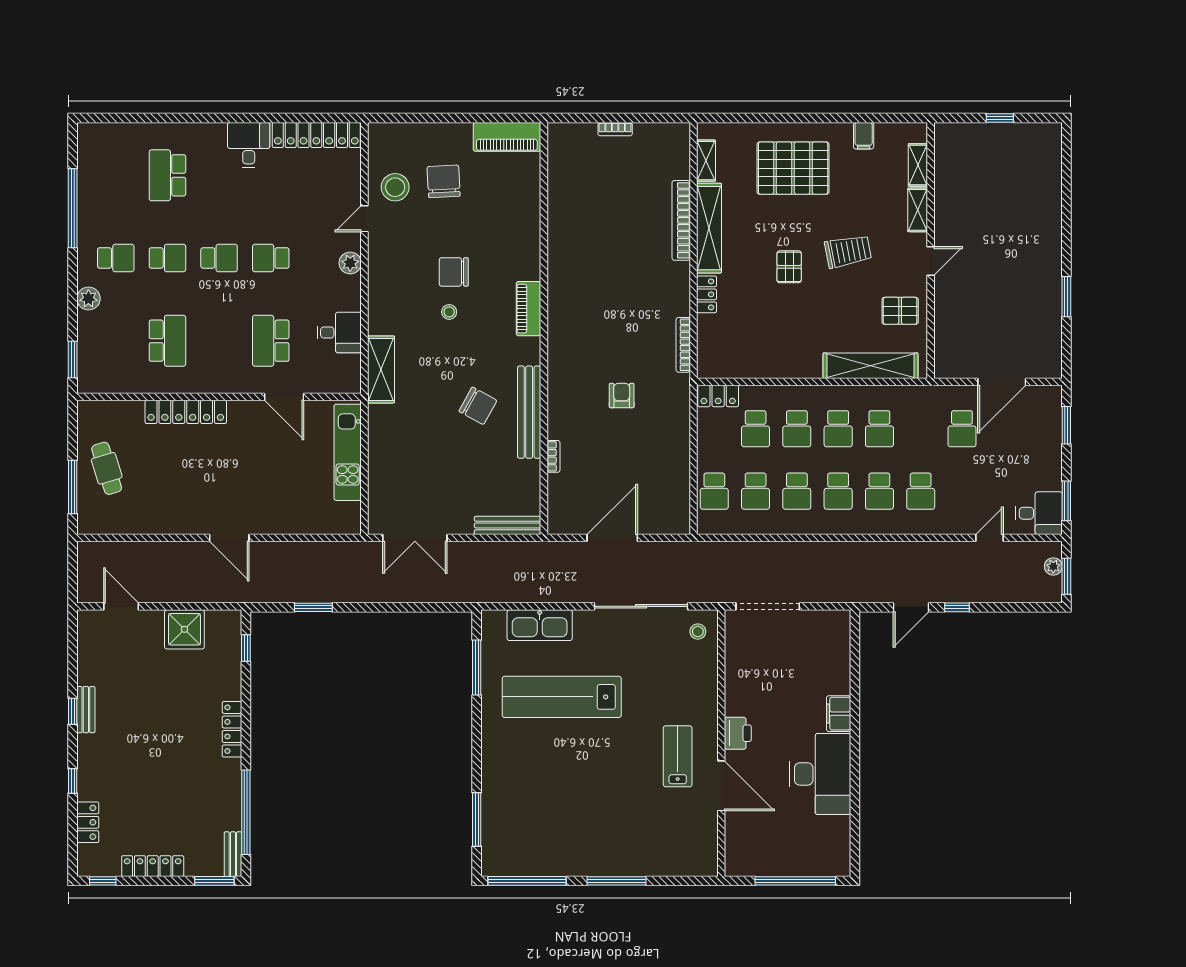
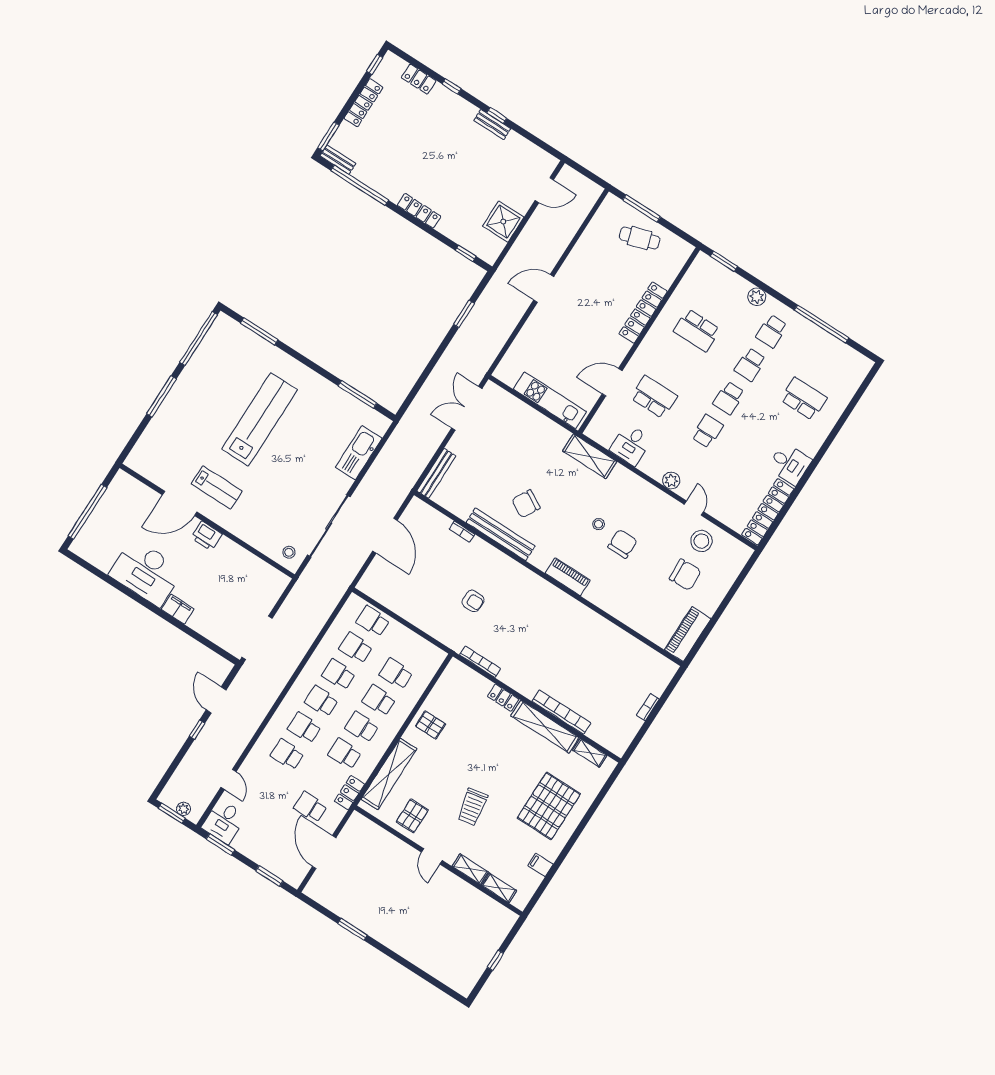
pallet: (789, 267) -> (430, 725), moved
locker: (718, 396) -> (350, 793), moved
doorway: (768, 606) -> (257, 638), moved
lab bench: (562, 697) -> (260, 419), moved

